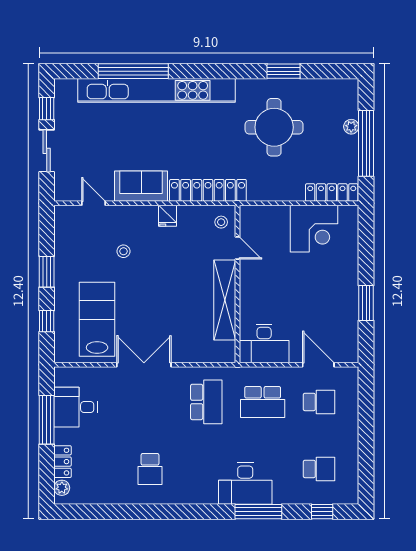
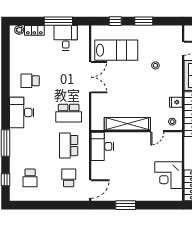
fridge: (167, 216) -> (176, 102), moved
door: (318, 365) -> (90, 189), moved
school desk: (319, 402) -> (69, 178), turned 180
desk: (245, 483) -> (22, 112), moved

